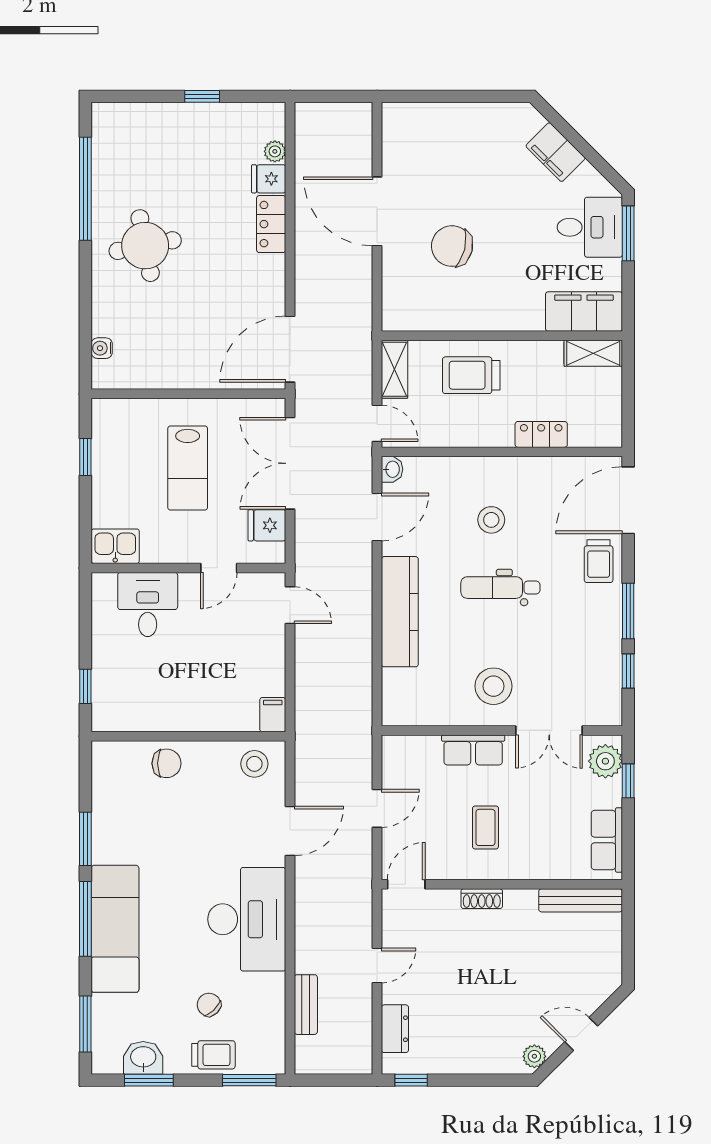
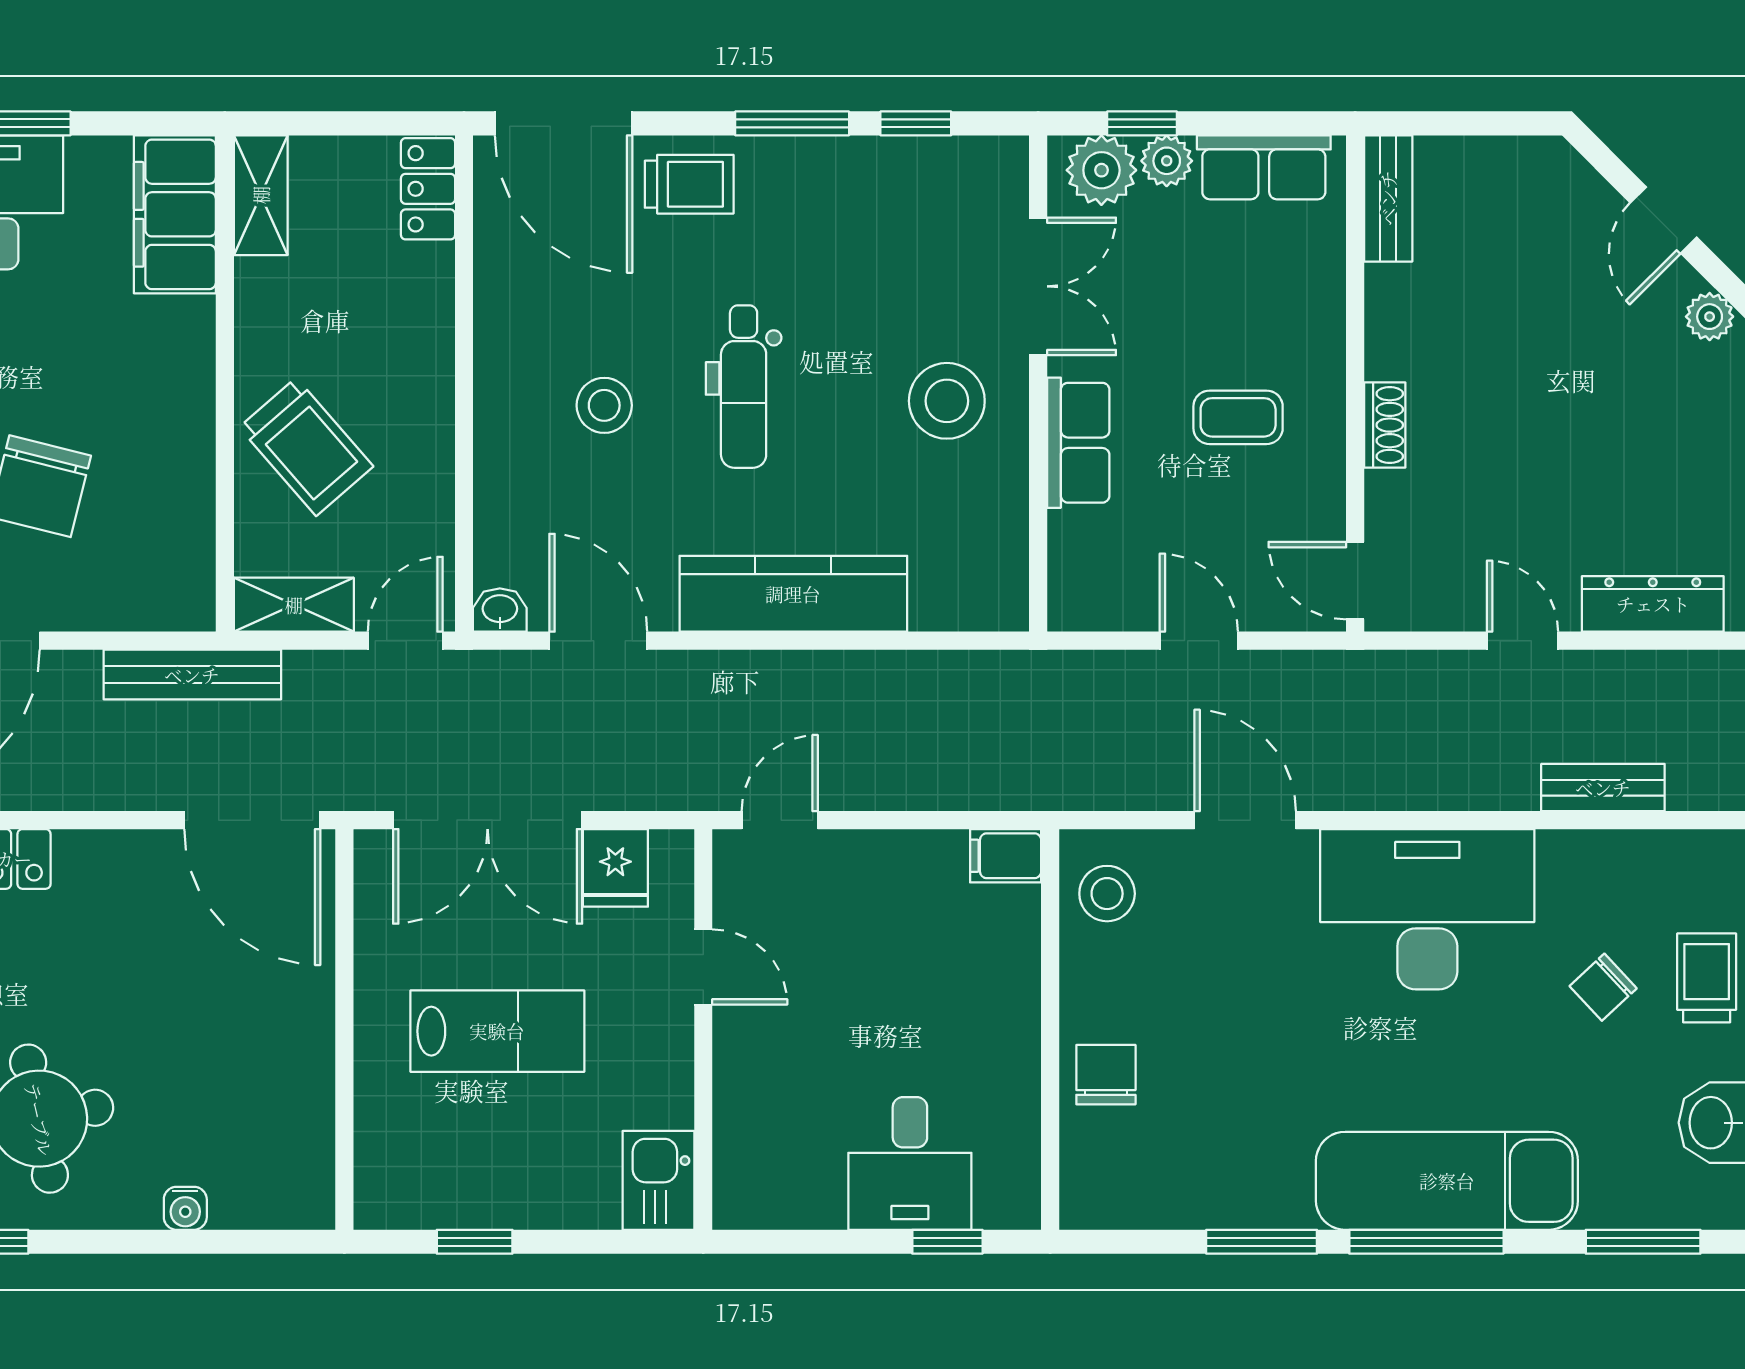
bench: (361, 320) -> (192, 675), added
water cooler: (102, 348) -> (185, 1208), moved
trolley: (471, 375) -> (306, 447), turned -41
locker: (541, 434) -> (428, 189), moved
desk: (148, 604) -> (910, 1163), moved, turned -90
plant: (610, 793) -> (1167, 161), added
bench: (581, 900) -> (1388, 198), width x0.73
dresser: (395, 1029) -> (1653, 604), width x1.44

